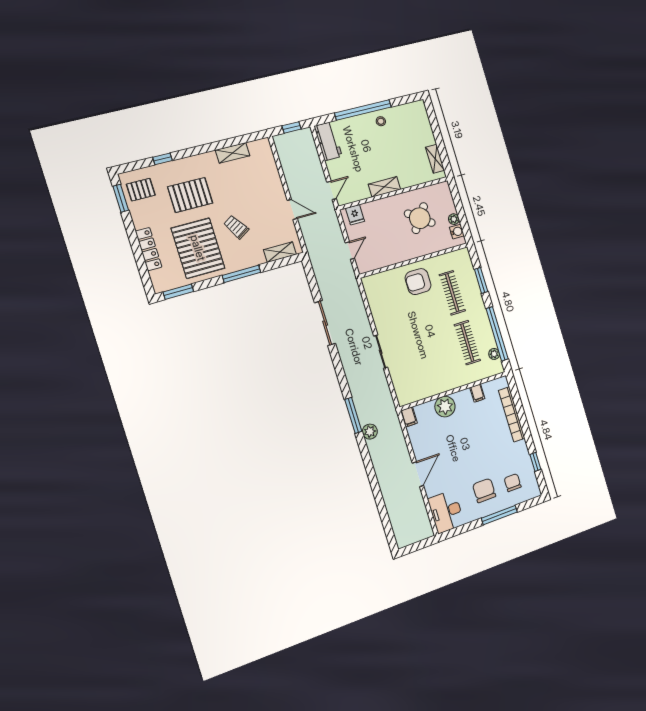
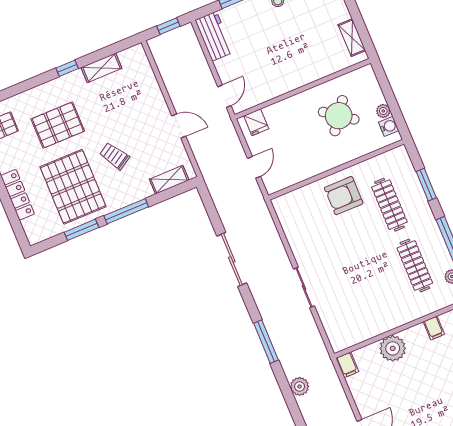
window: (163, 159) -> (67, 68), moved
shelving: (384, 187) -> (290, 83), removed
window: (178, 292) -> (81, 230), moved
window: (353, 415) -> (266, 342), moved

